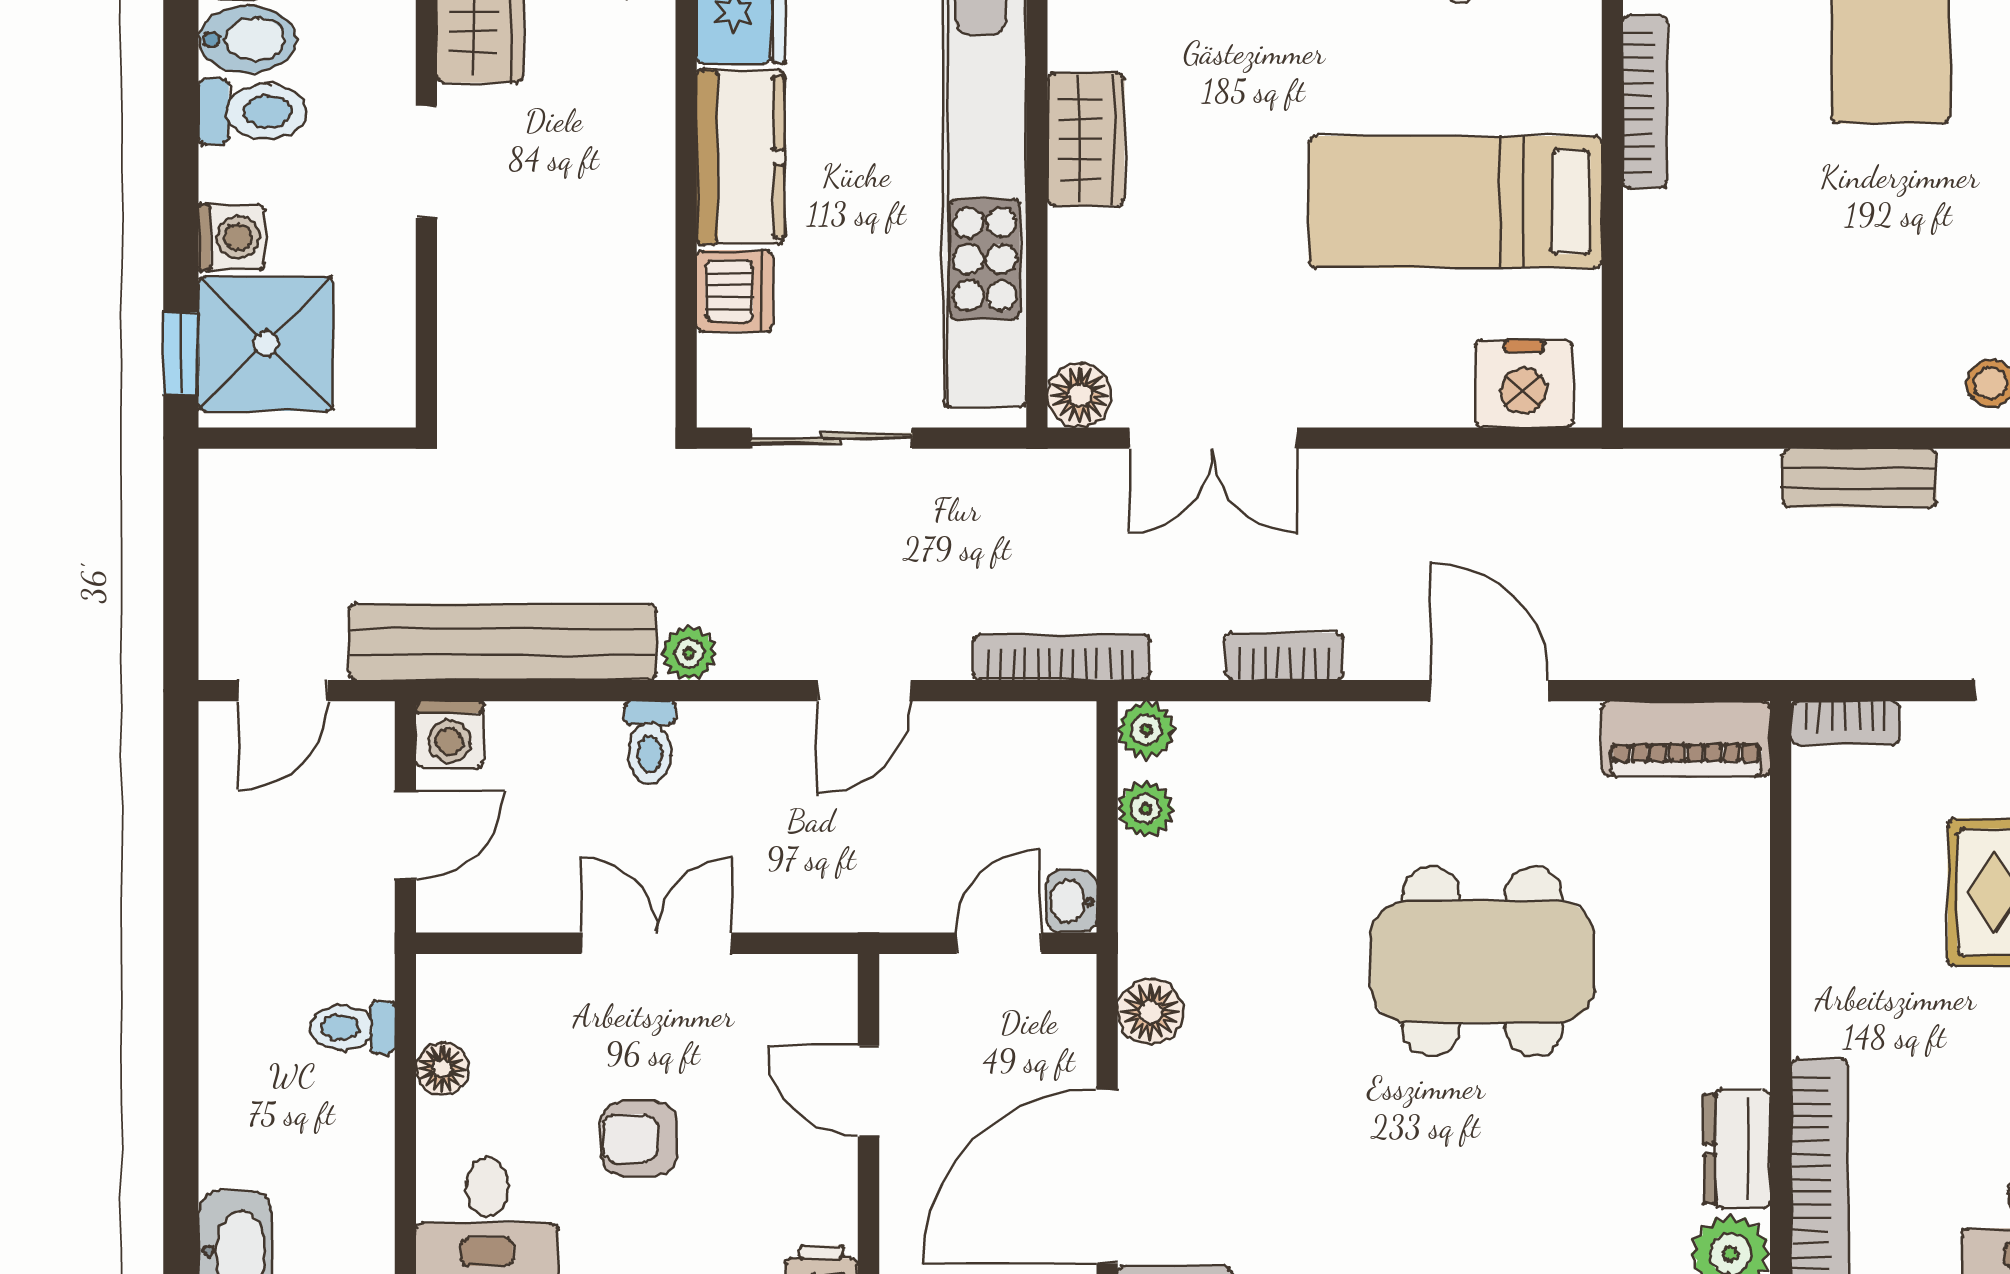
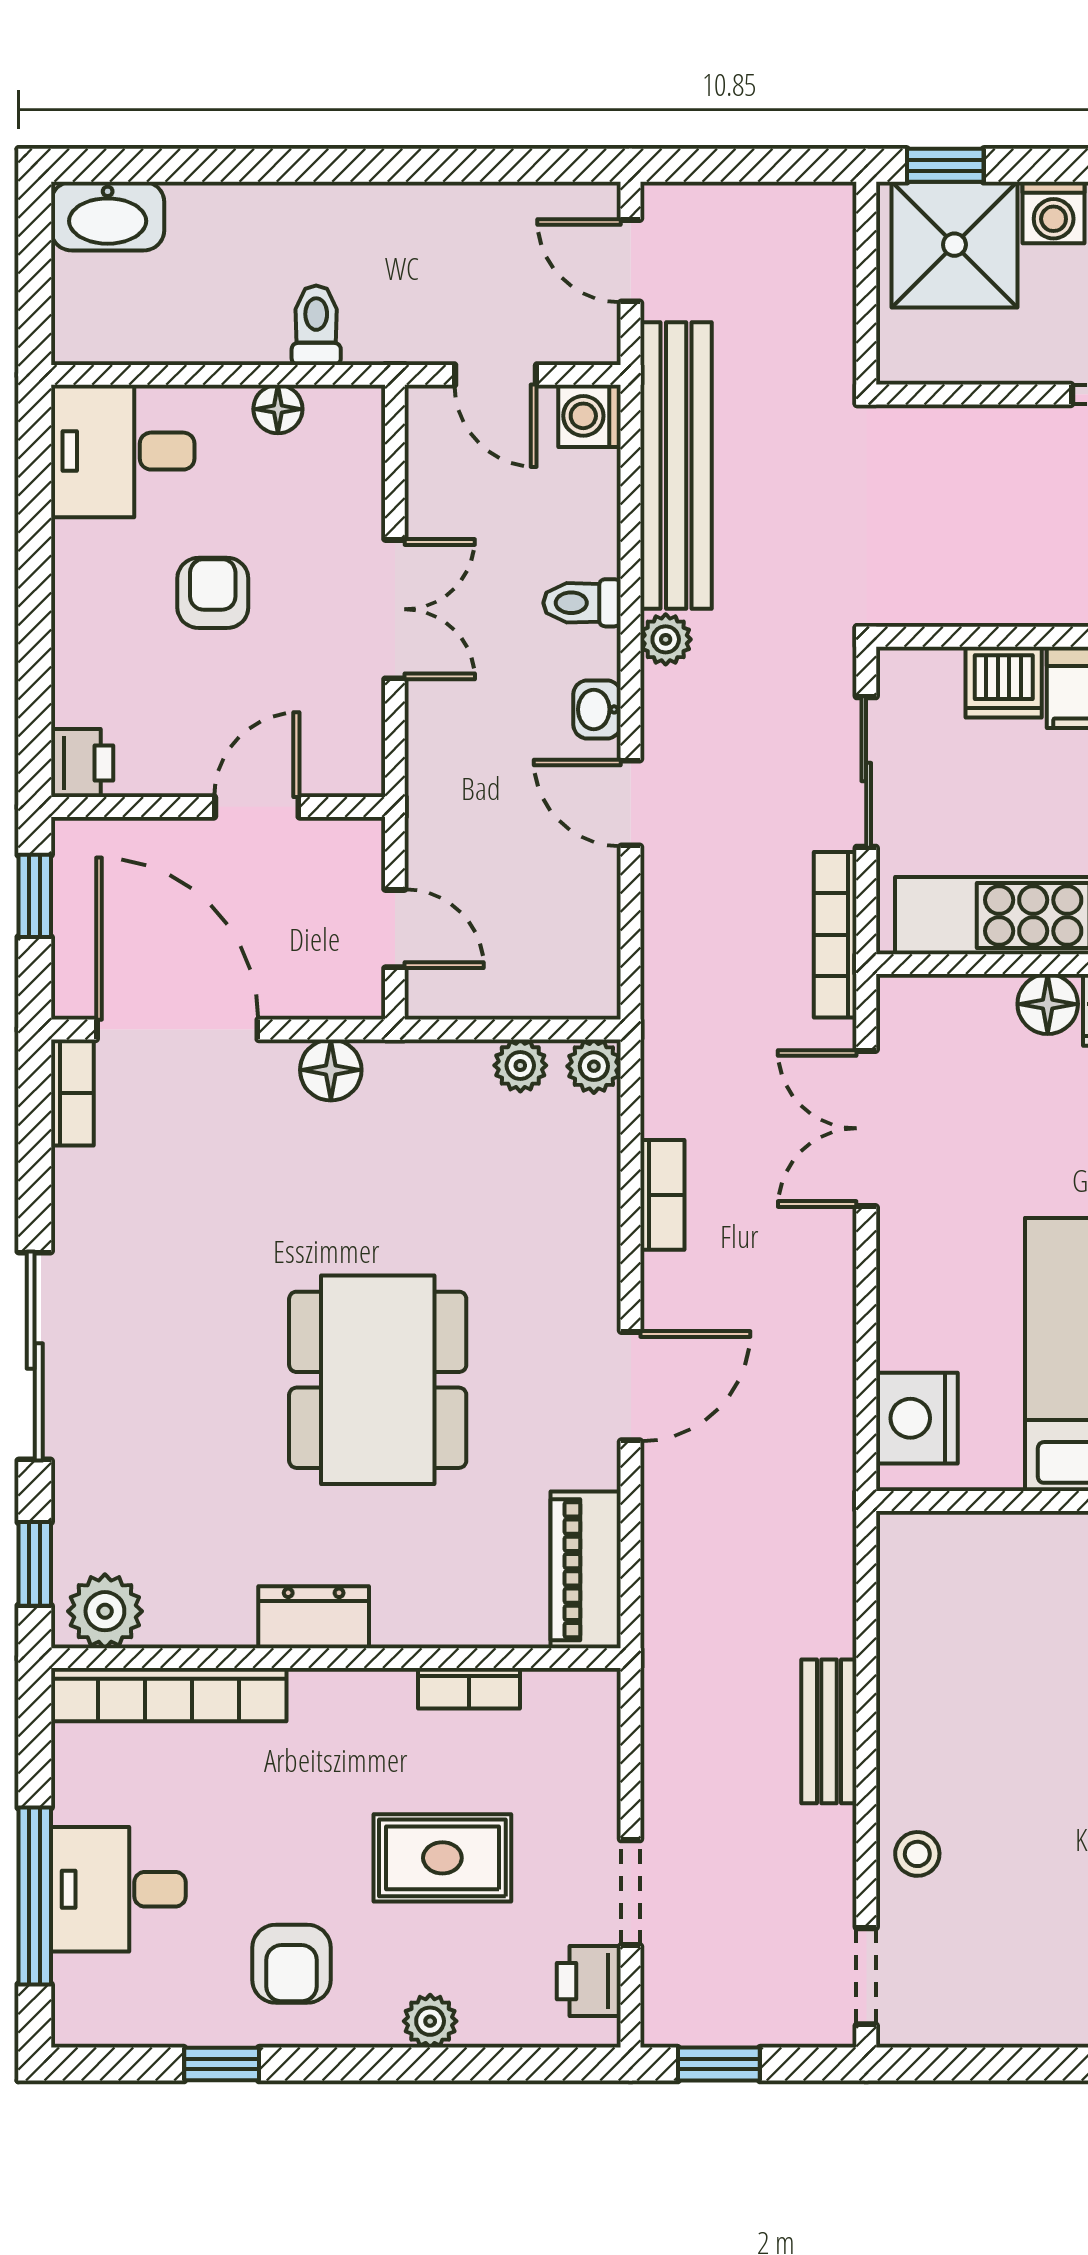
floor lamp: (1080, 395) -> (1048, 1004), moved
bookcase: (1061, 657) -> (835, 935), moved, turned 180
bookcase: (1846, 723) -> (469, 1688), moved, turned -90
washbasin: (1071, 901) -> (597, 709), moved, turned -90
dresser: (1737, 1149) -> (314, 1617), moved

